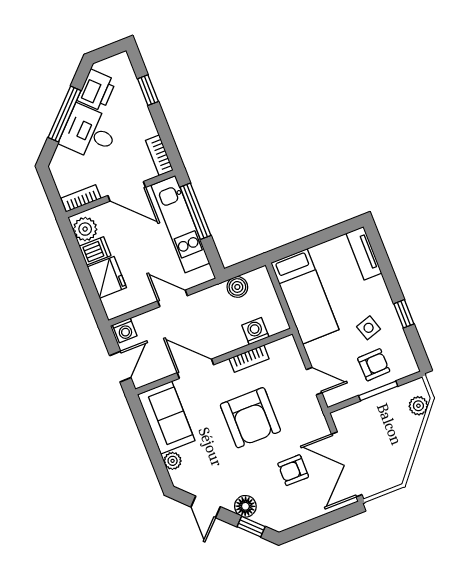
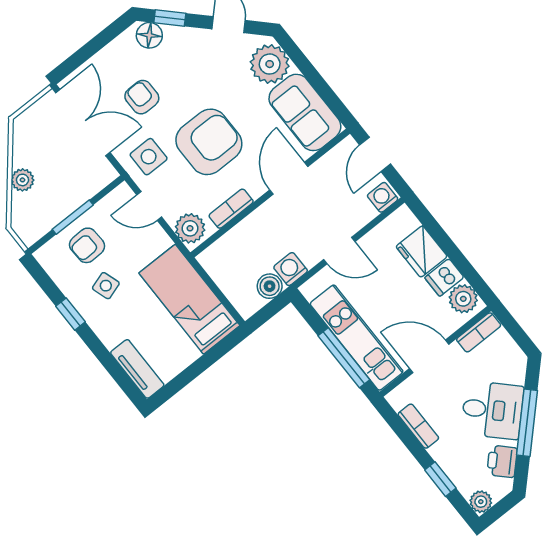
plant: (121, 62) -> (481, 502), added
printer: (97, 90) -> (502, 461), width x0.73, depth x0.81
bookcase: (159, 155) -> (418, 426), moved
washing machine: (255, 331) -> (291, 269), moved, turned 180
plant: (287, 353) -> (190, 228), added
door: (195, 369) -> (289, 178), swing flipped
plant: (418, 406) -> (22, 180), moved
armchair: (250, 418) -> (209, 142), turned 90
side table: (302, 421) -> (149, 157), added
plant: (173, 461) -> (270, 64), width x1.88, depth x1.88
armchair: (293, 470) -> (142, 97), turned -90
floor lamp: (245, 506) -> (149, 35), moved

